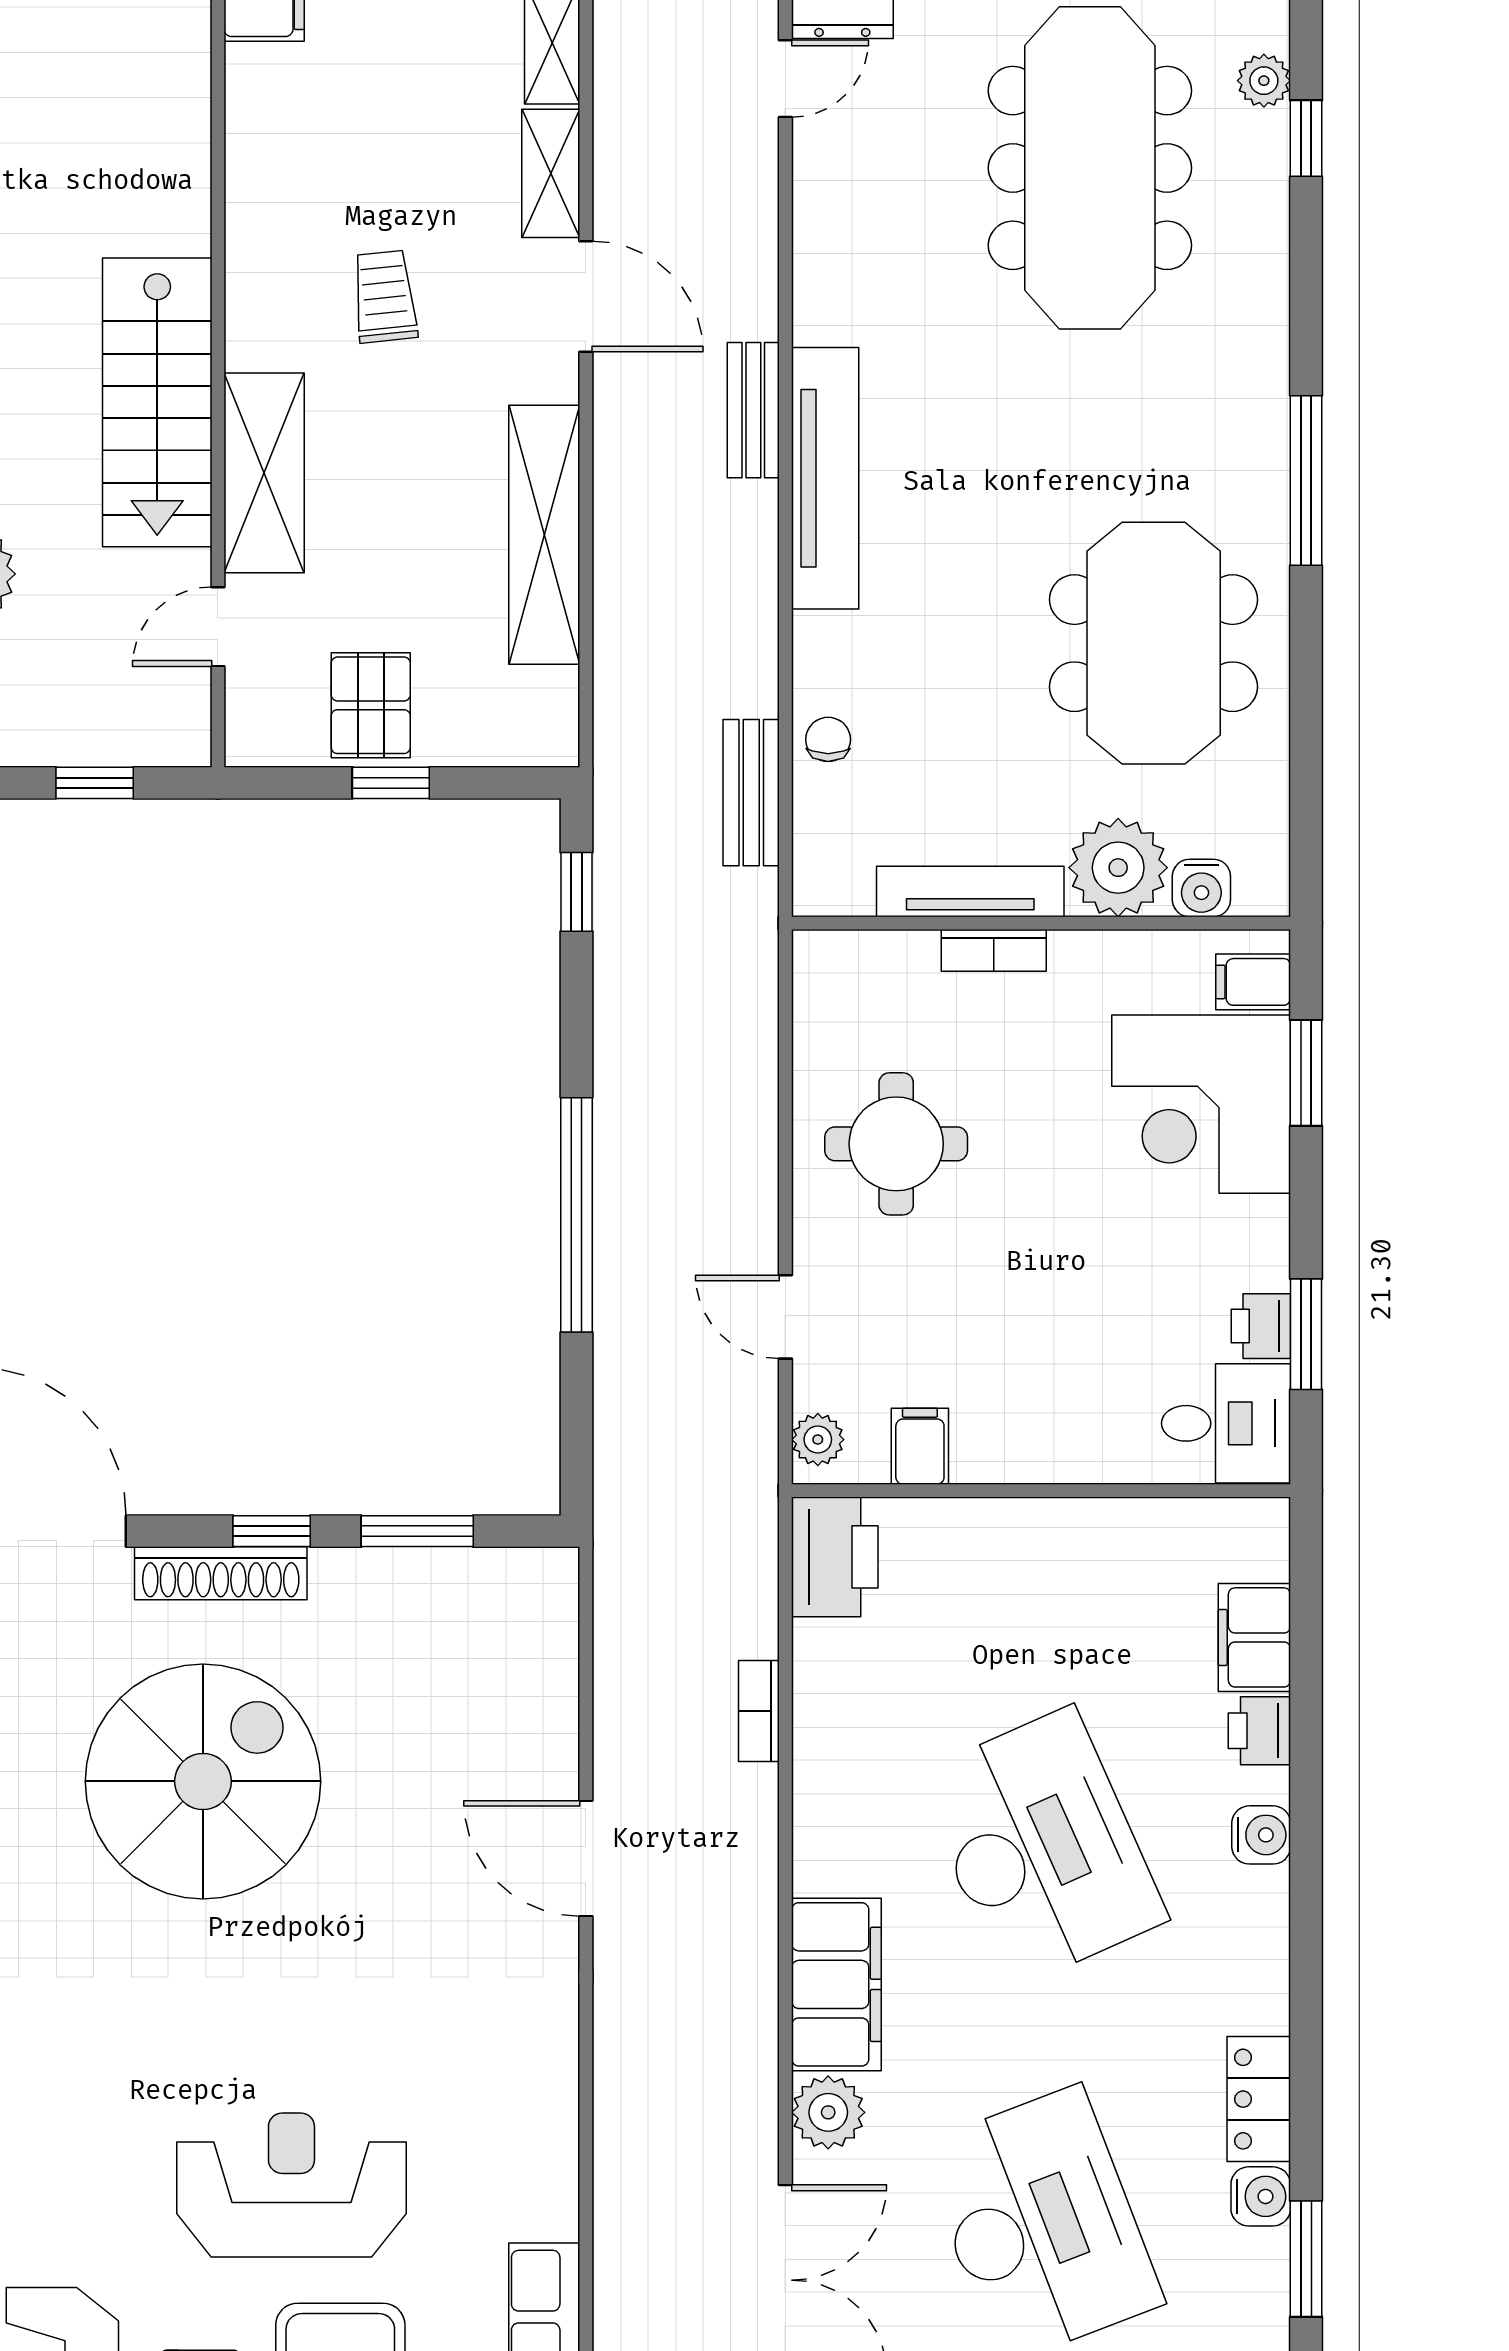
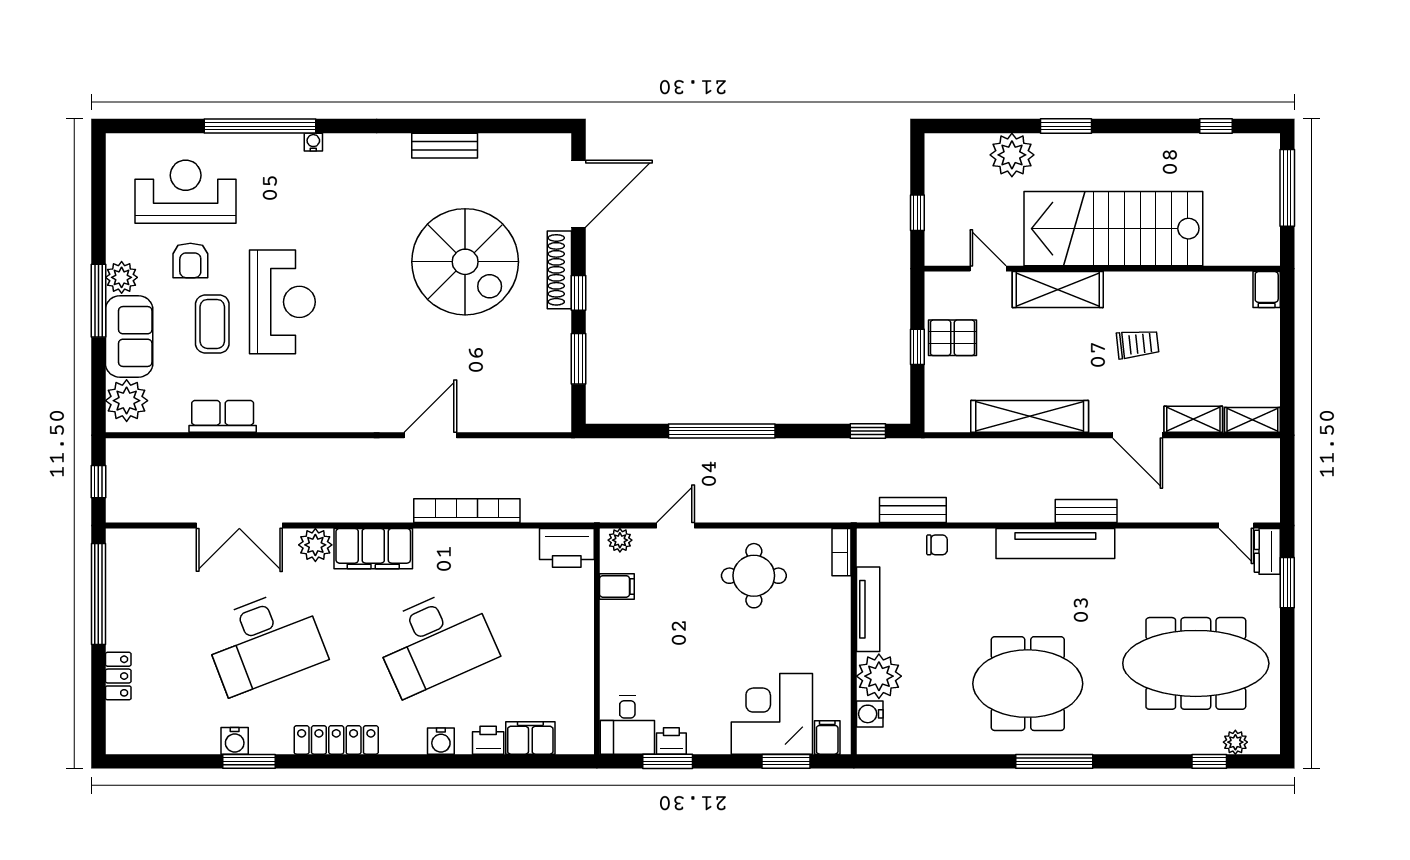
door: (586, 296) -> (1138, 435), hinge flipped
stairs: (157, 402) -> (1113, 229), width x1.36, depth x1.51
meeting table: (1154, 643) -> (1028, 684), moved
bookcase: (994, 950) -> (842, 552), moved
bookcase: (759, 1711) -> (467, 511), width x2.31, depth x1.31
locker: (1259, 2099) -> (336, 740), width x1.53
water cooler: (1261, 2196) -> (235, 741), moved

